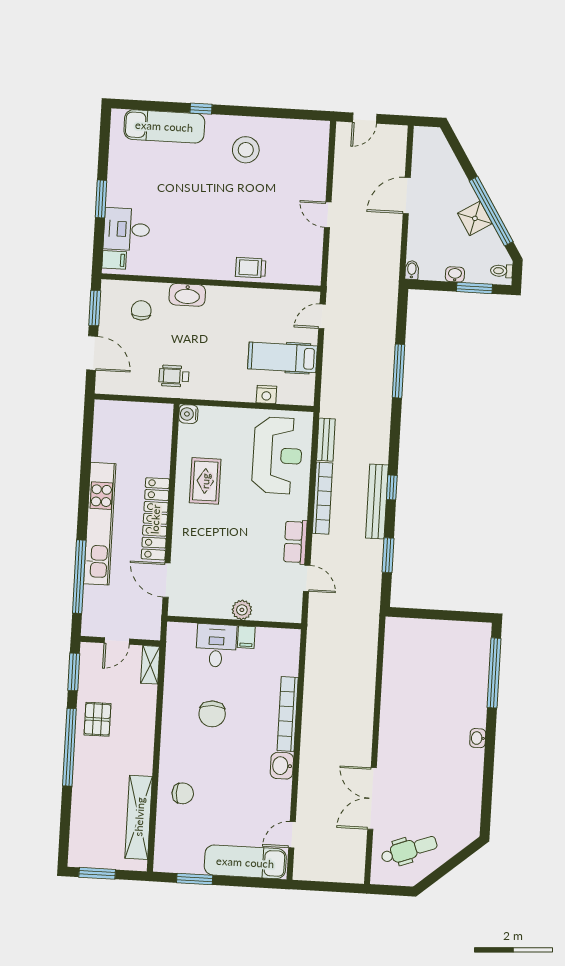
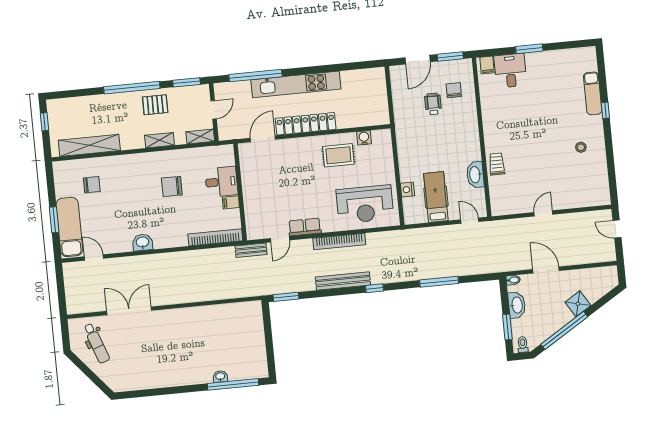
exam couch: (164, 126) -> (593, 93), width x0.73, depth x0.69
stool: (246, 150) -> (581, 147), width x0.53, depth x0.53
door: (407, 196) -> (546, 270), moved
shower: (475, 218) -> (578, 304), moved
washbasin: (455, 274) -> (517, 305), width x1.91, depth x1.45
washbasin: (187, 295) -> (475, 175), moved
chair: (141, 310) -> (454, 90), turned -90
wheelchair: (174, 376) -> (433, 104), moved
water cooler: (188, 414) -> (364, 138), moved
bench: (326, 440) -> (251, 250), moved
window: (392, 487) -> (374, 288), moved
window: (388, 555) -> (286, 297), moved
plant: (242, 610) -> (250, 196), removed
door: (117, 641) -> (214, 110), swing flipped
bookcase: (288, 714) -> (215, 237), moved
shelving: (147, 721) -> (159, 140), added
washbasin: (478, 738) -> (220, 376), moved
chair: (183, 793) -> (92, 185), moved, turned -90
window: (97, 873) -> (44, 122), width x0.67
window: (195, 879) -> (54, 220), moved

